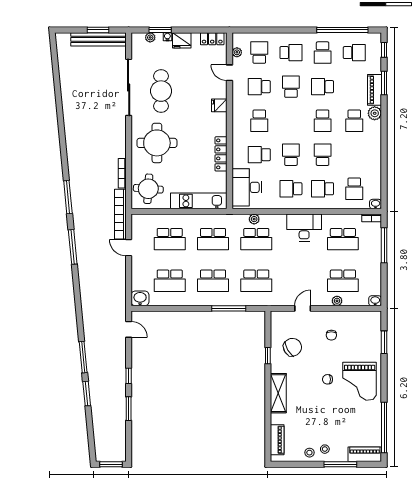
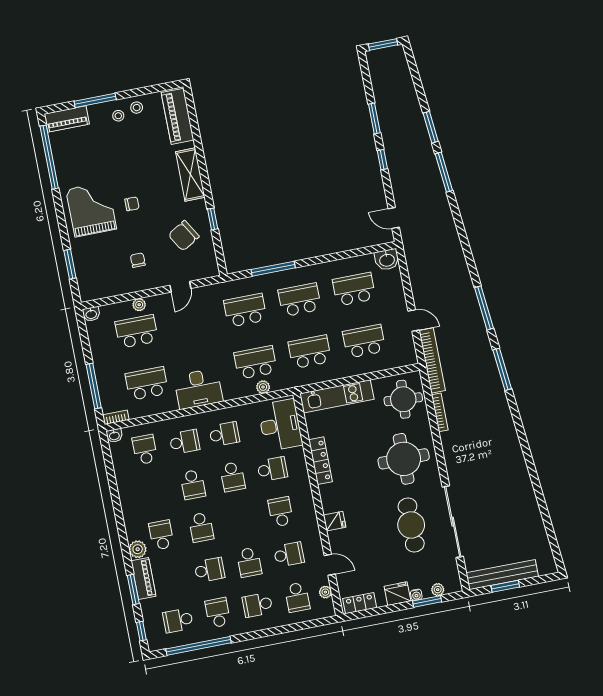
school desk: (323, 121) -> (201, 527), turned 180
piano: (277, 440) -> (178, 116), width x1.37, depth x1.33

